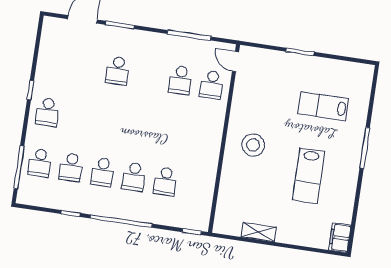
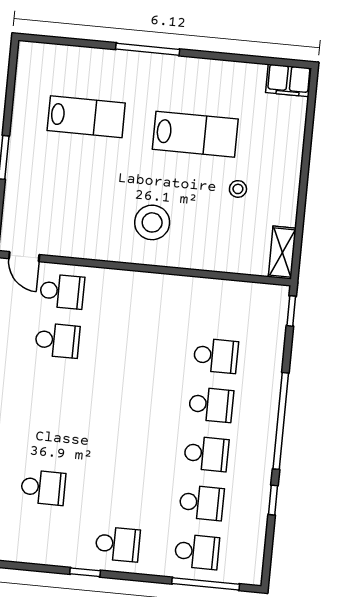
door: (236, 62) -> (24, 257), hinge flipped
school desk: (118, 71) -> (43, 488), moved
lab bench: (323, 106) -> (86, 117), turned -90
stool: (272, 201) -> (238, 189), added
shelving: (259, 232) -> (282, 253), moved

